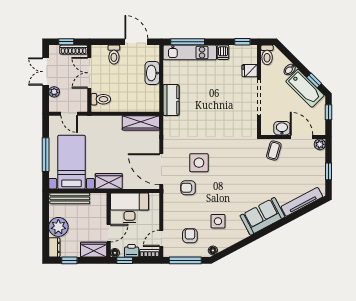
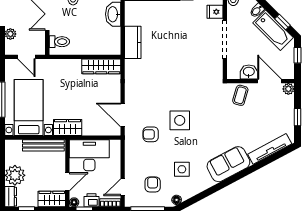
side table: (199, 163) -> (180, 120), moved
door: (161, 169) -> (123, 115), width x0.73
bench: (70, 198) -> (43, 145), moved

